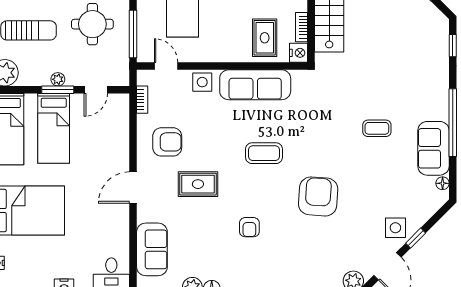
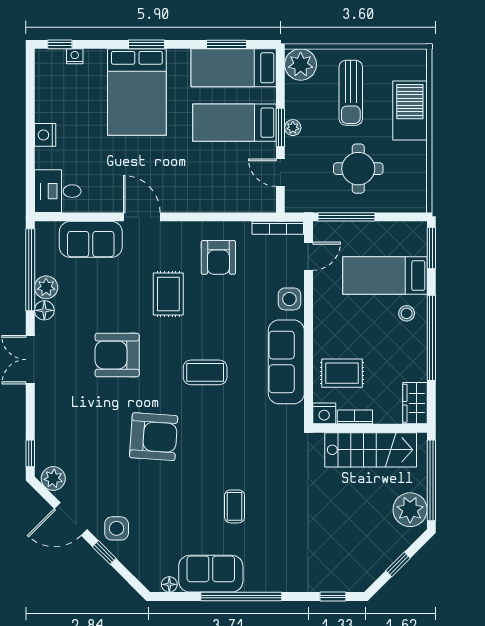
bookcase: (142, 100) -> (278, 228), width x1.56
coffee table: (264, 153) -> (205, 372), turned 90
door: (133, 188) -> (142, 217), moved
armchair: (249, 227) -> (117, 355), width x1.88, depth x1.88

